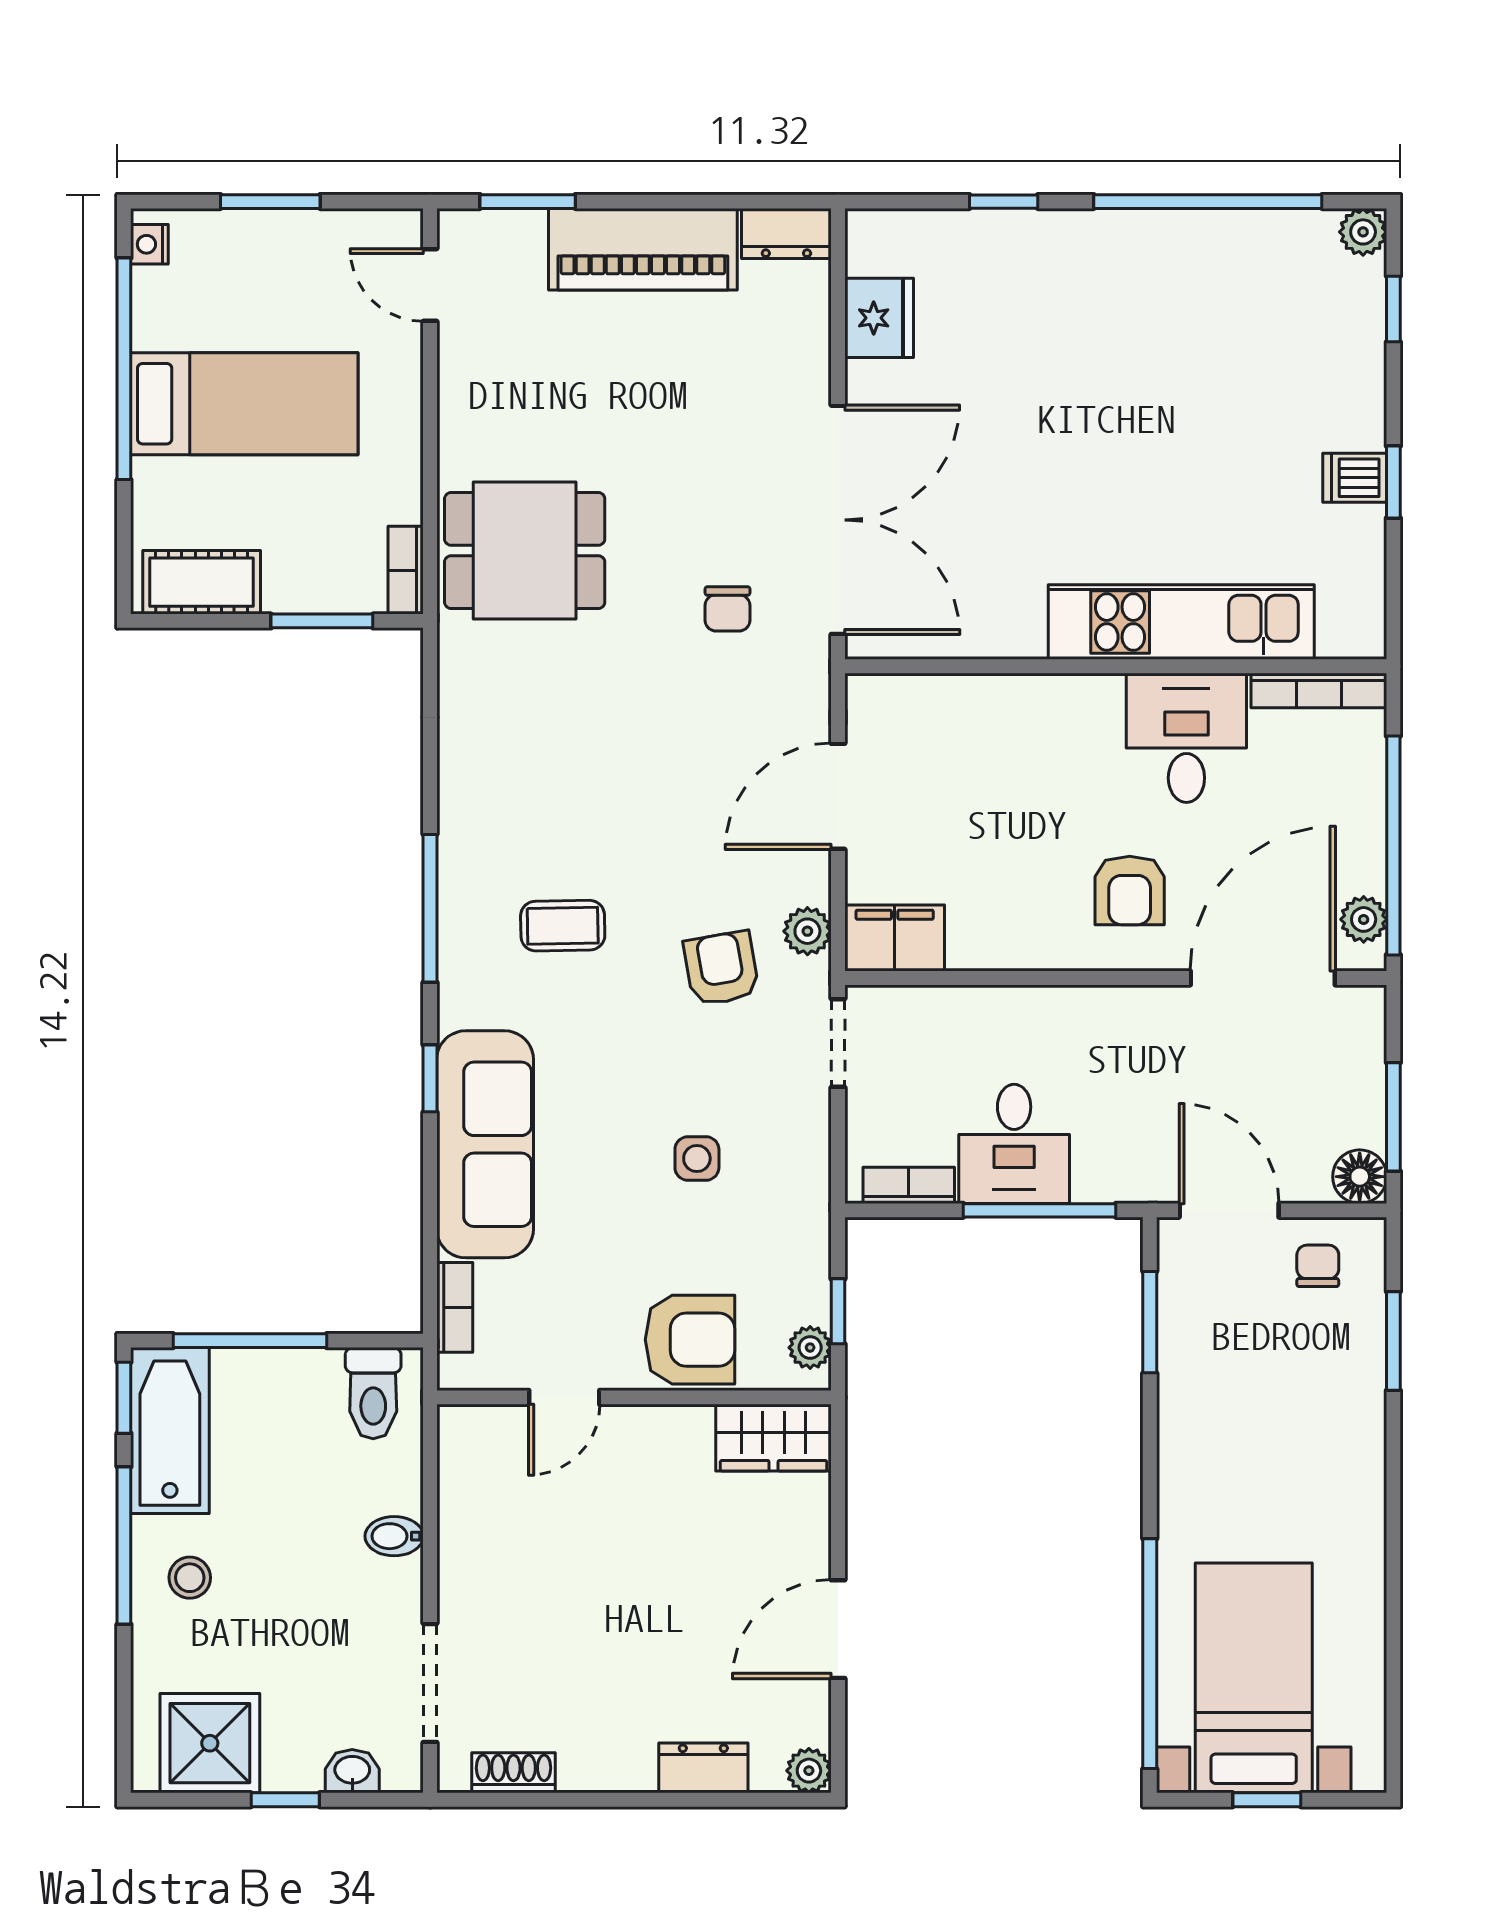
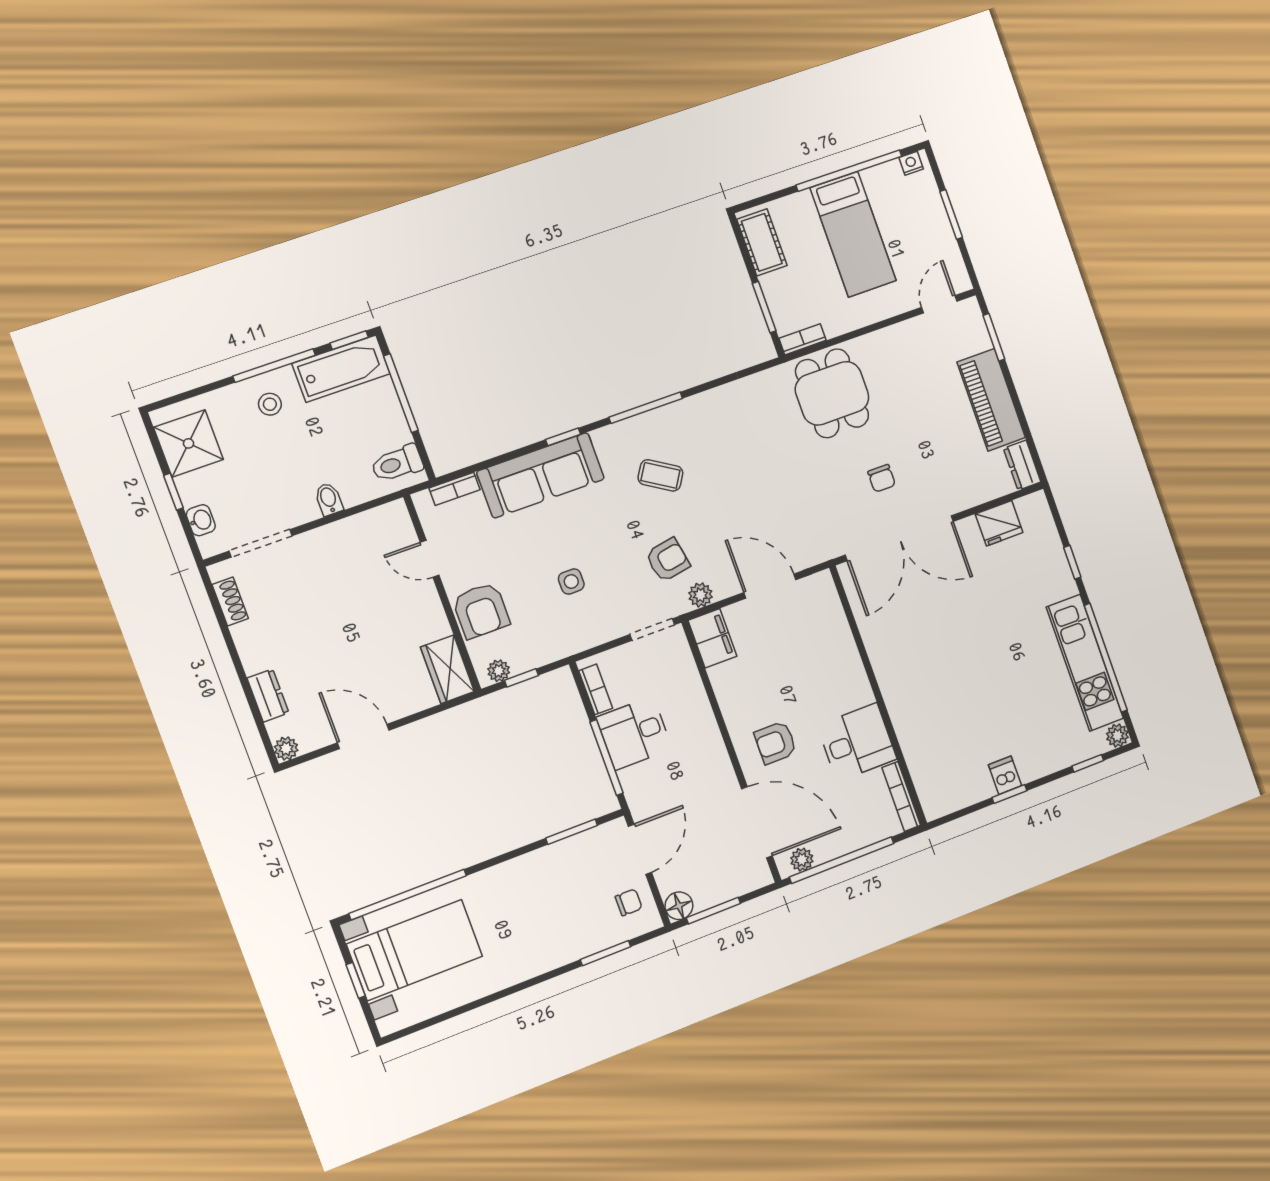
chair: (728, 609) -> (882, 478), moved, turned -90
kitchen unit: (1181, 622) -> (1085, 663), moved, turned 180
coffee table: (563, 926) -> (660, 475), turned -57

